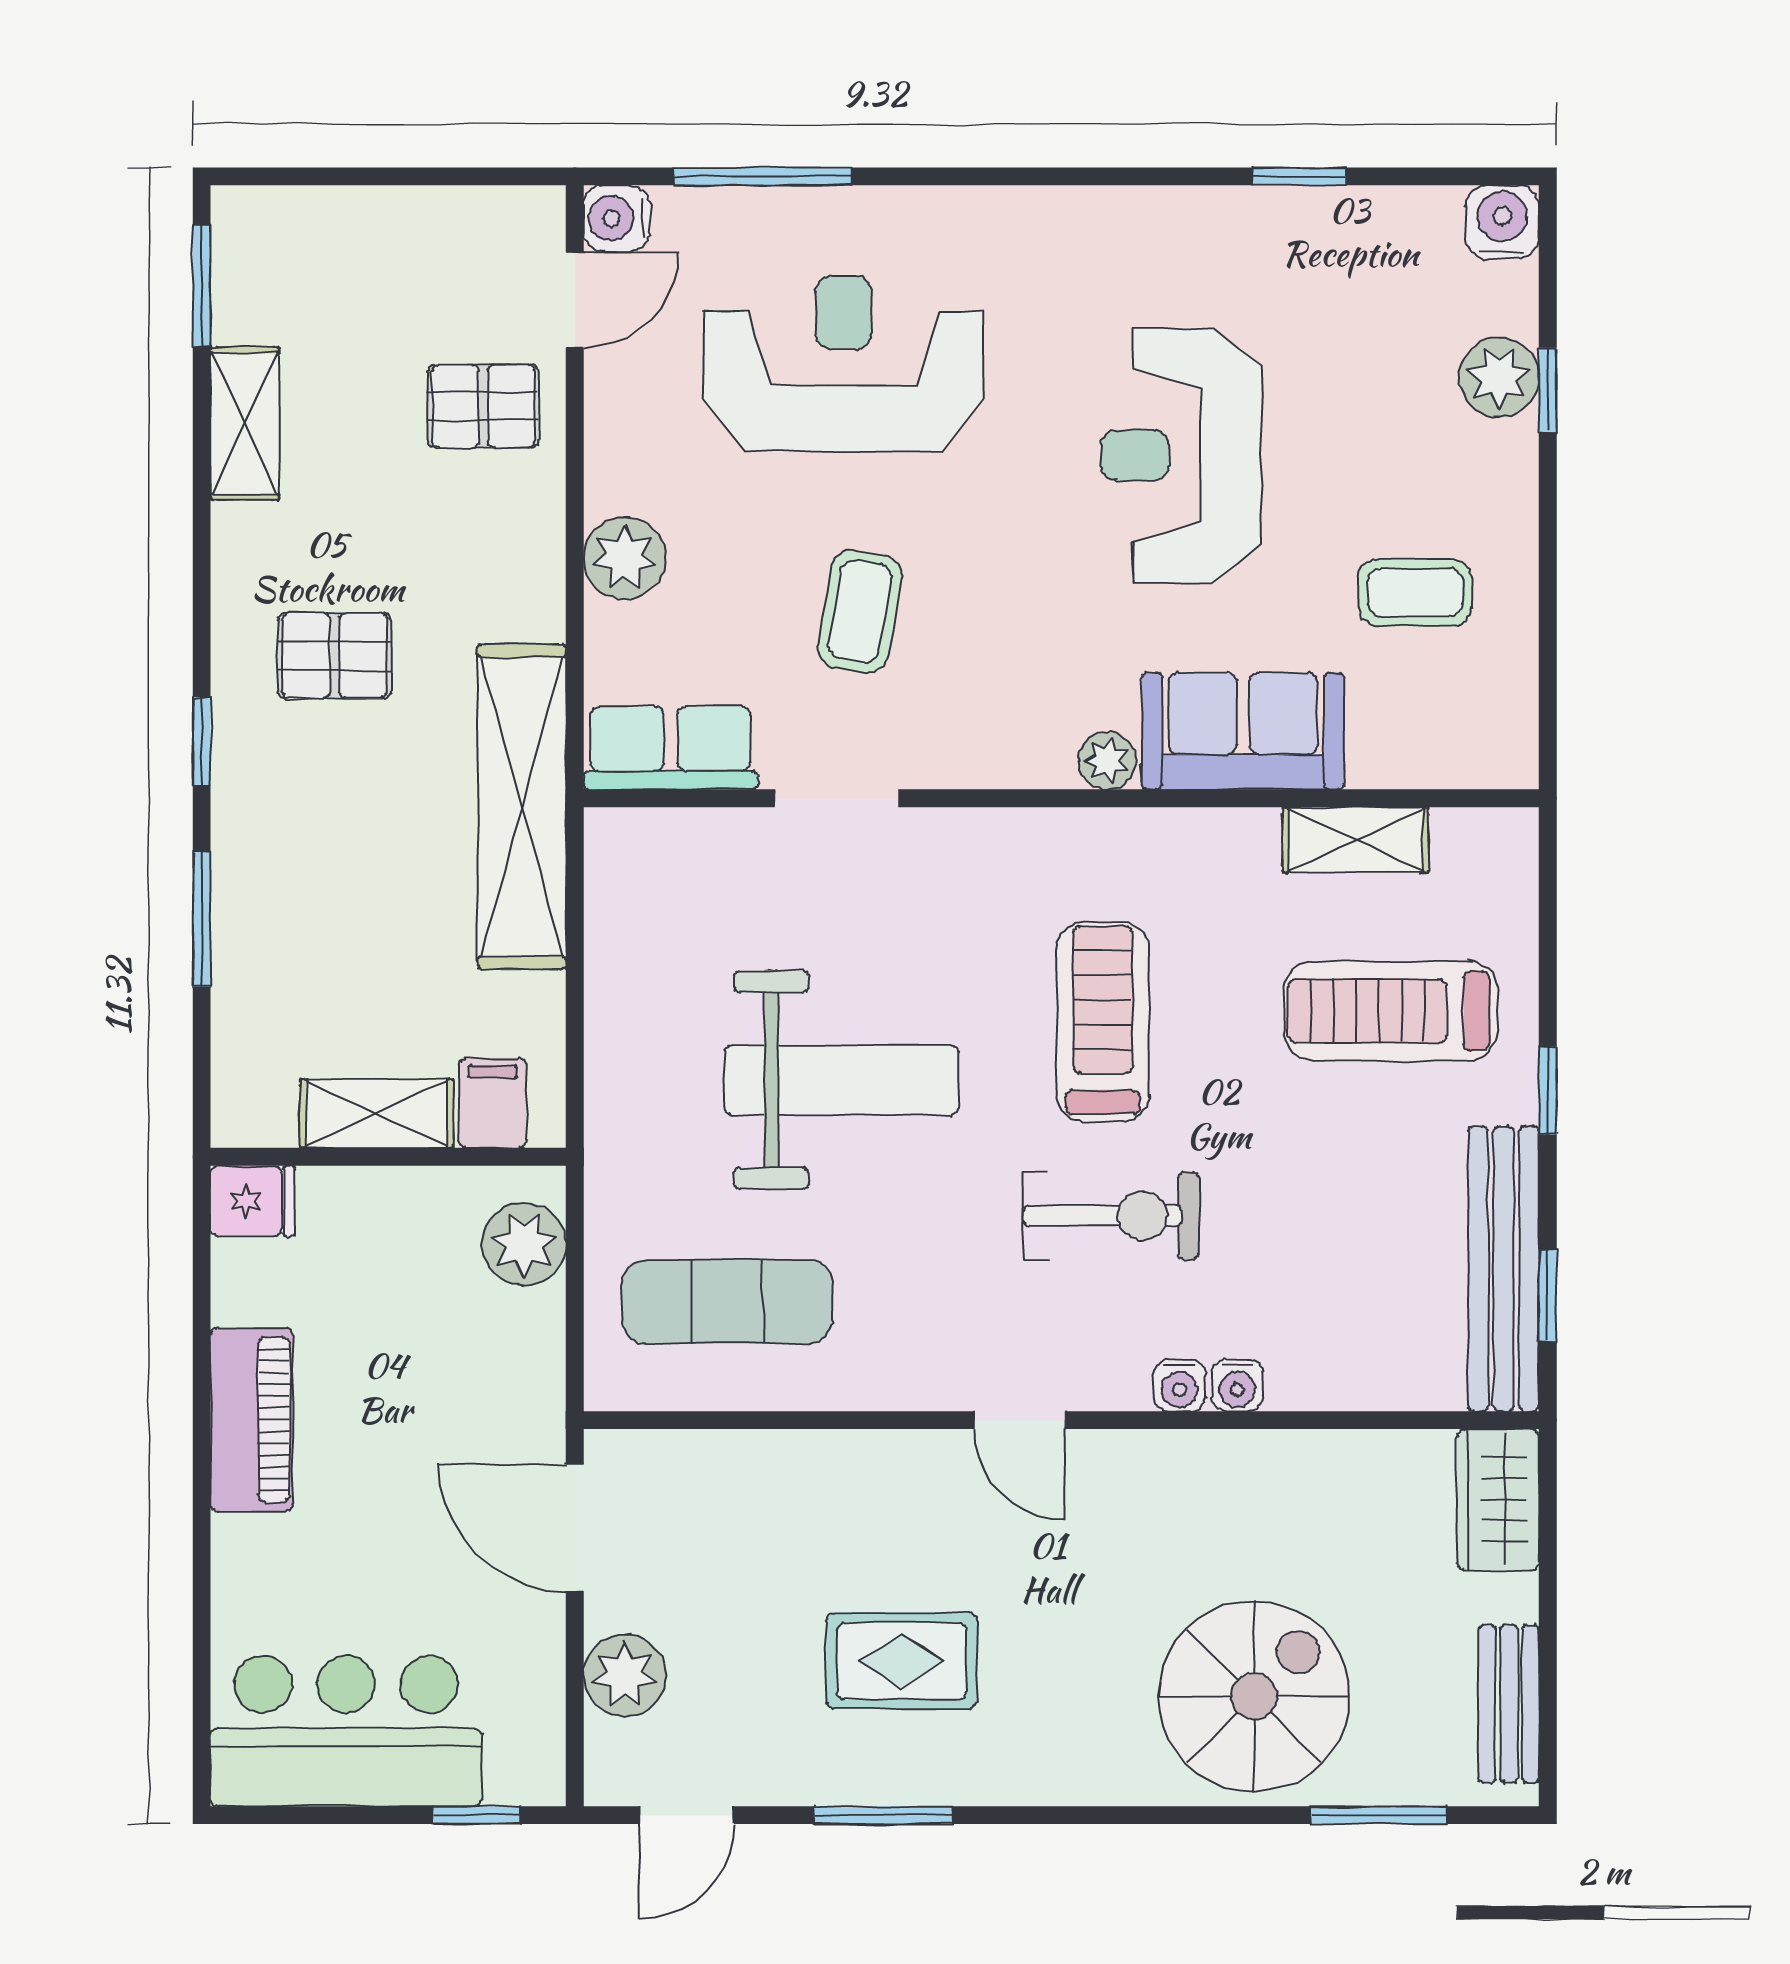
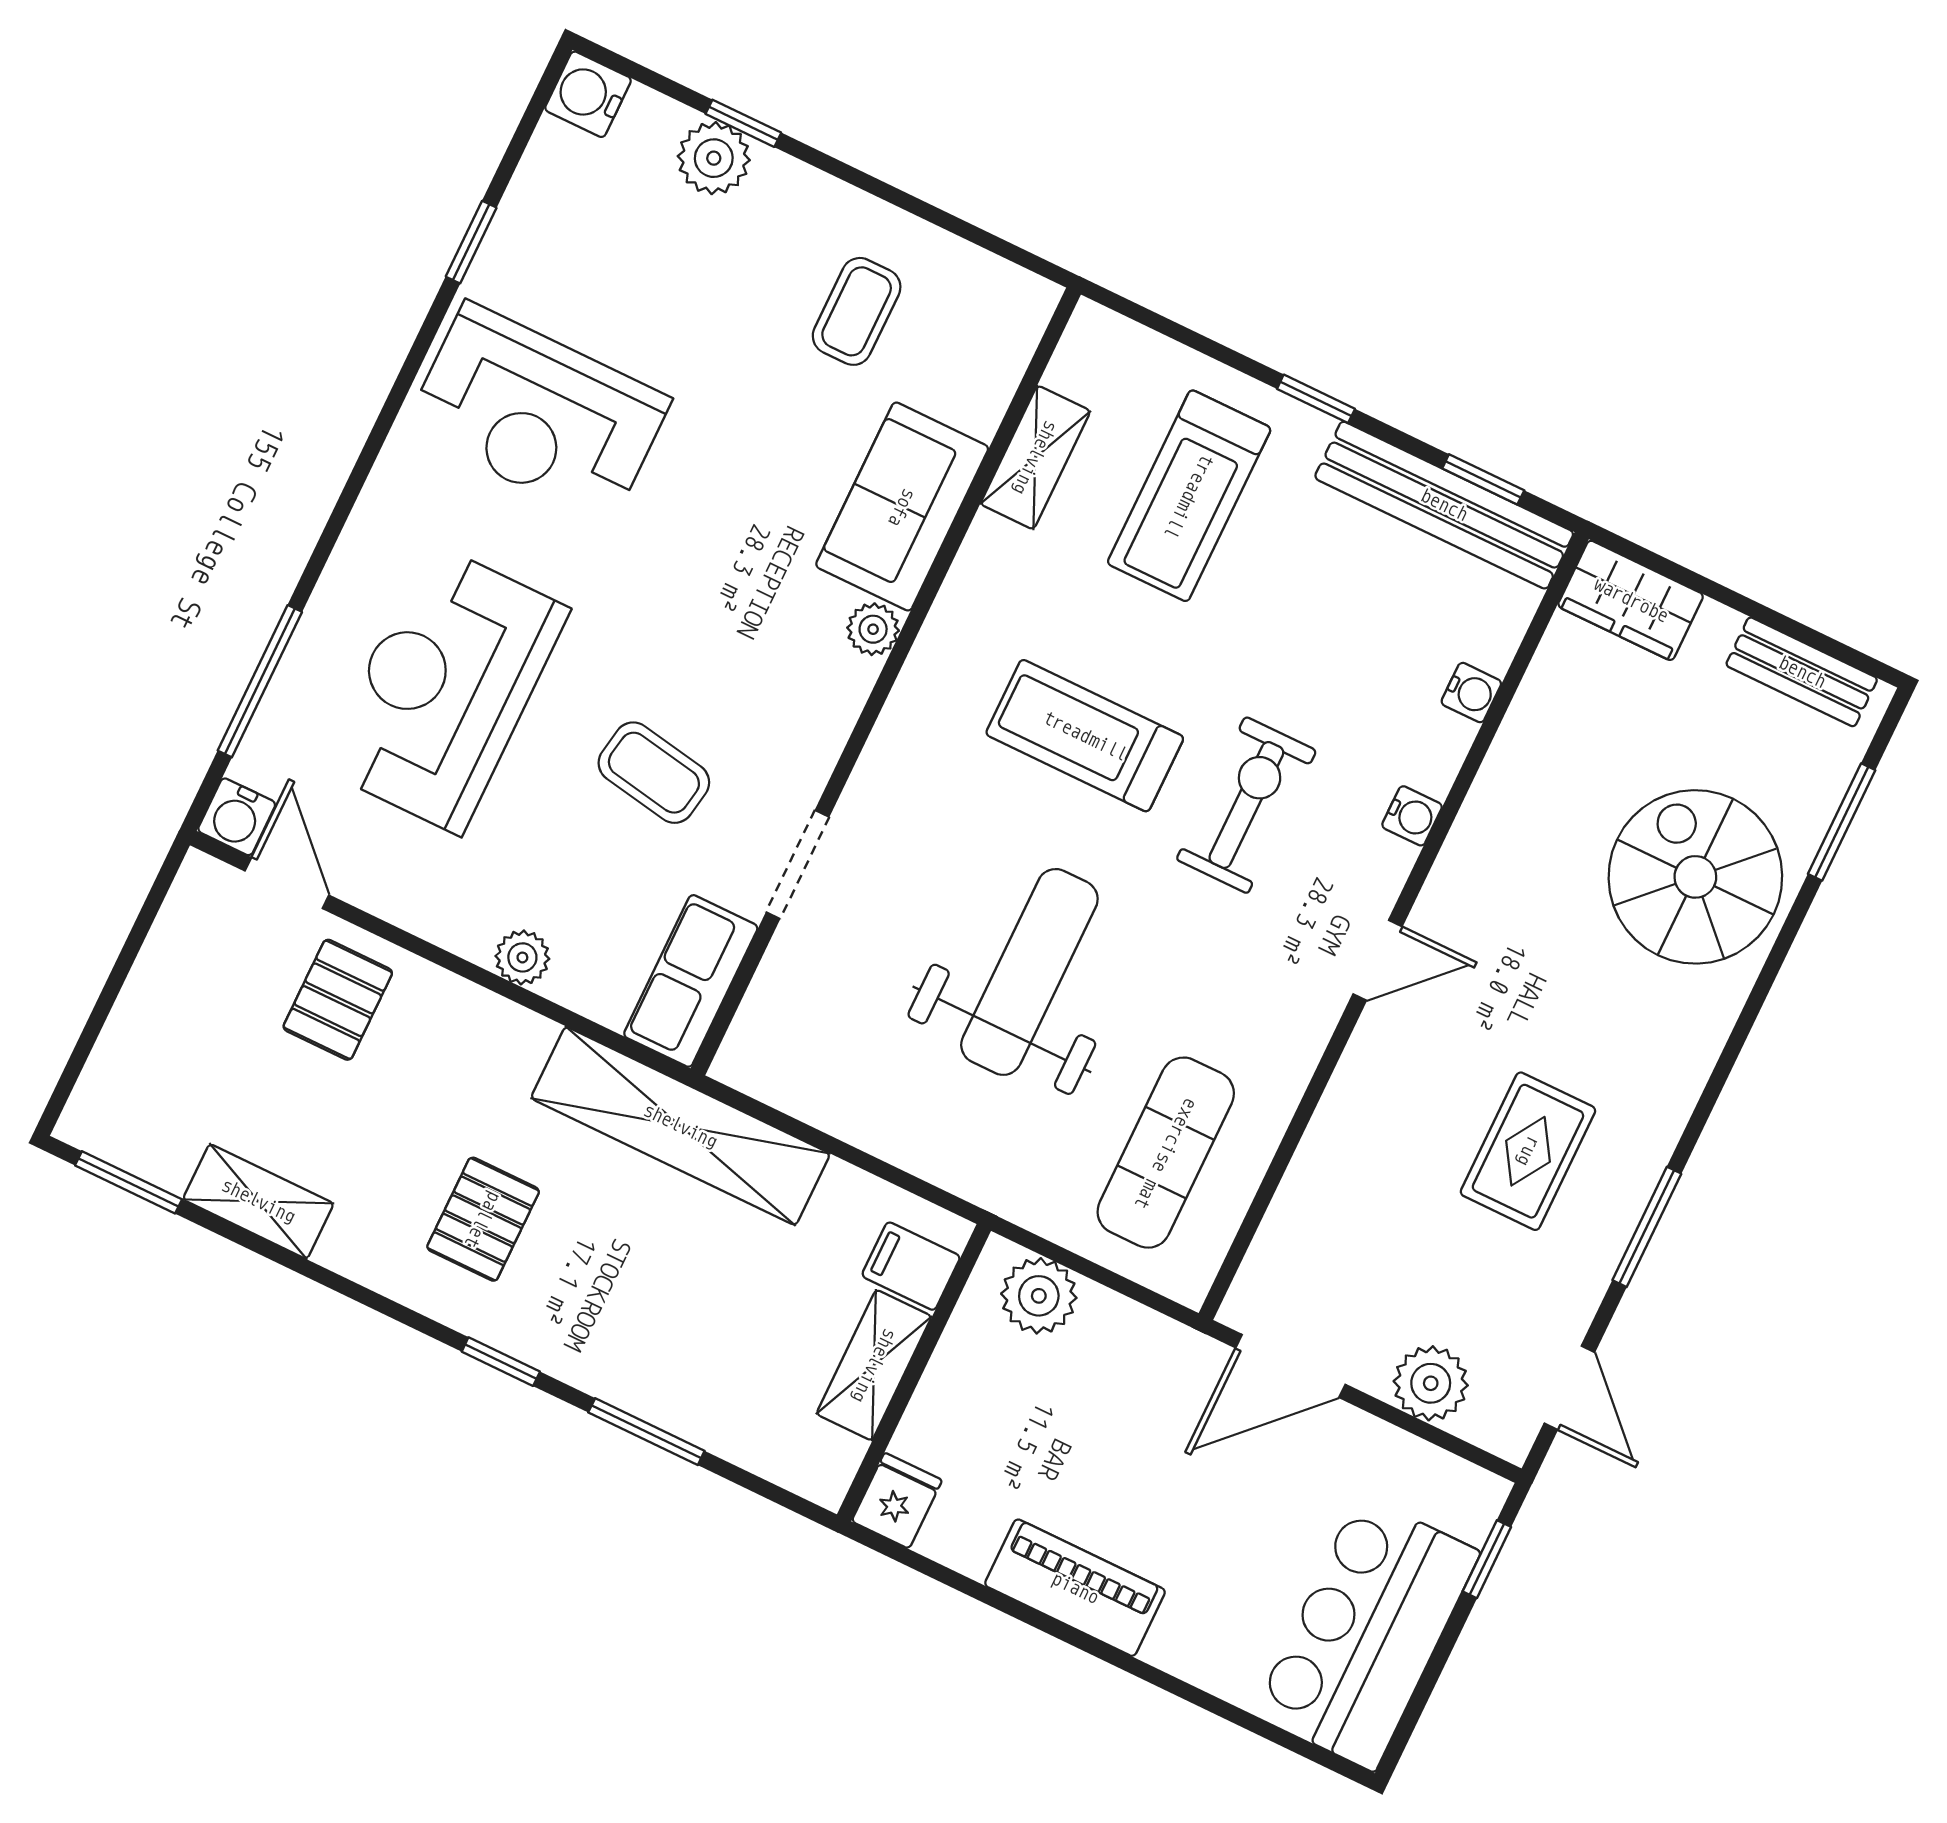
reception desk: (1181, 455) -> (538, 414), moved
plant: (625, 558) -> (522, 957), width x0.73, depth x0.73
water cooler: (1237, 1385) -> (1471, 693), moved

